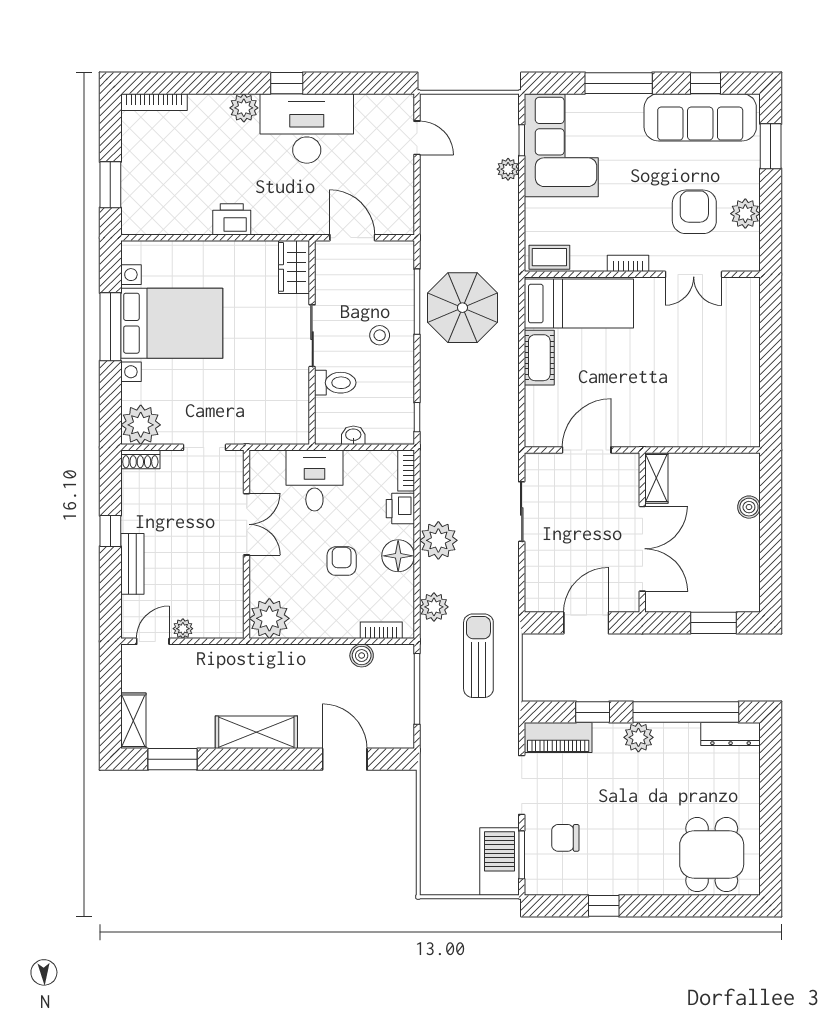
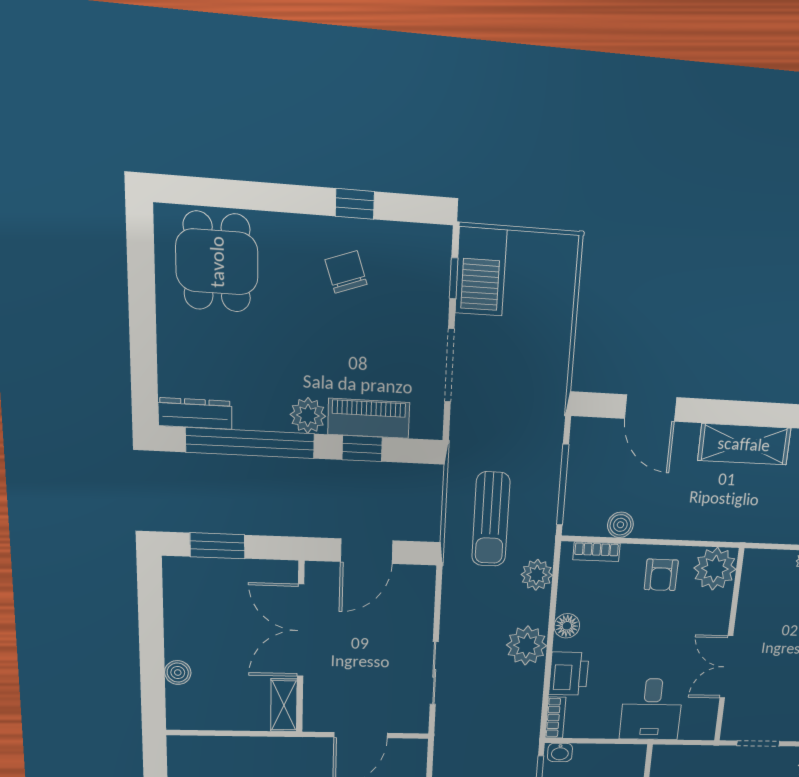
washbasin: (353, 435) -> (560, 752), moved
printer: (400, 509) -> (569, 674), width x1.36, depth x1.24
floor lamp: (398, 556) -> (567, 626), width x0.73, depth x0.73
armchair: (342, 561) -> (661, 575), moved
piano: (558, 738) -> (369, 418), moved
chair: (565, 838) -> (346, 272), moved, turned -109
window: (522, 855) -> (454, 278), width x0.67

